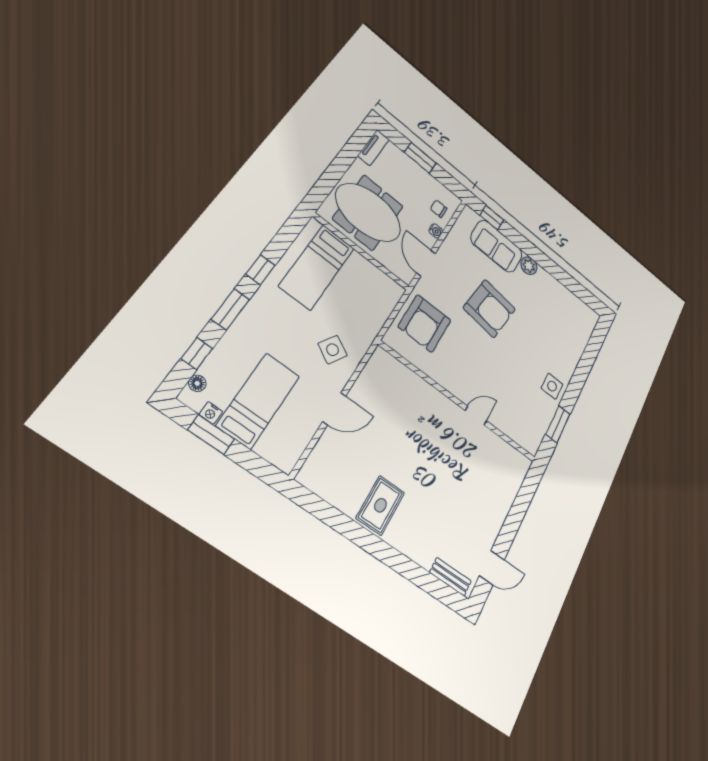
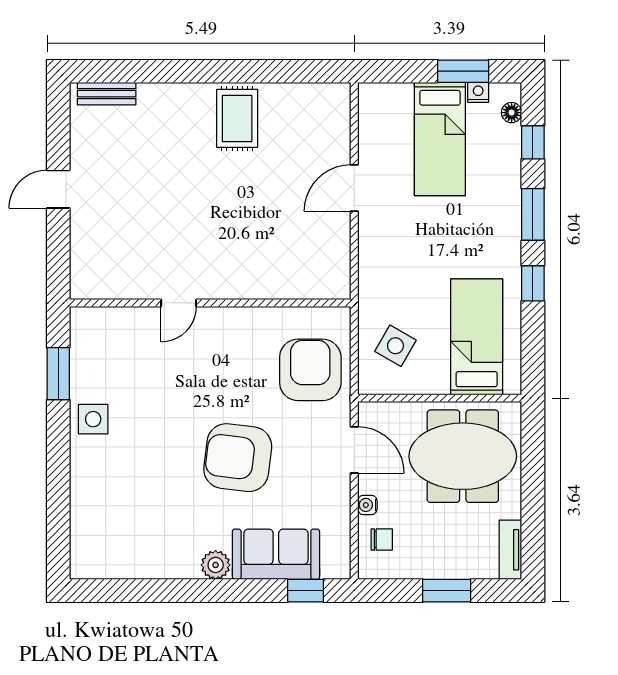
side table: (333, 350) -> (395, 346), moved
door: (492, 568) -> (58, 189), moved

